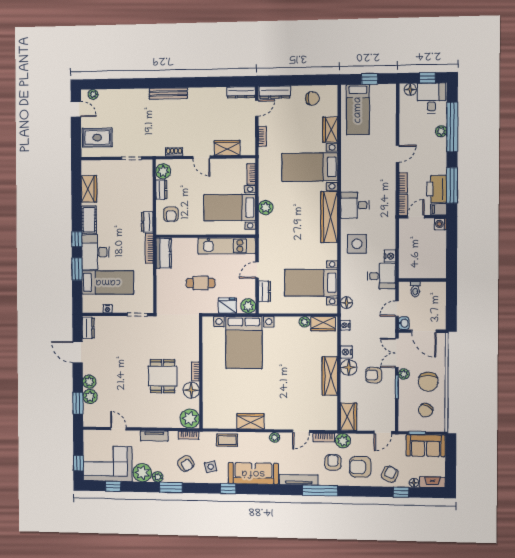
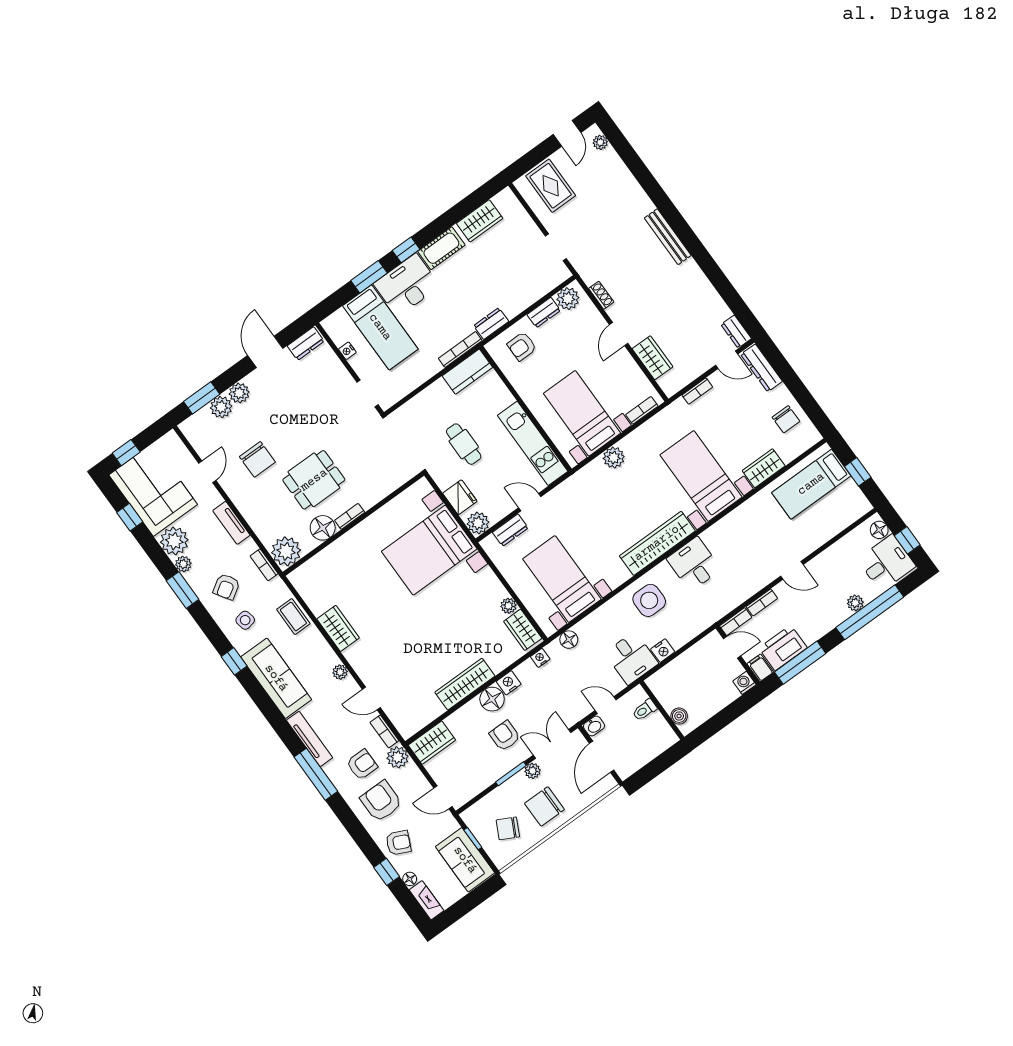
dresser: (241, 92) -> (736, 332), width x0.70
boiler: (432, 273) -> (679, 716), added
chair: (131, 398) -> (257, 459), added

